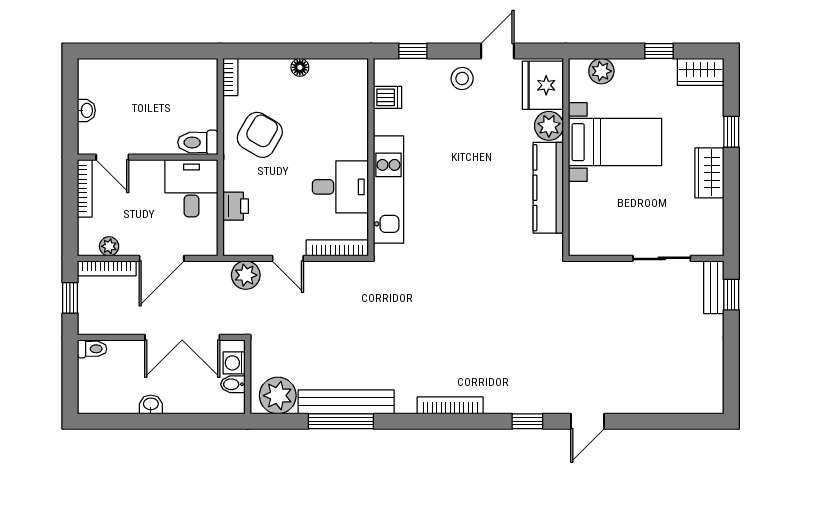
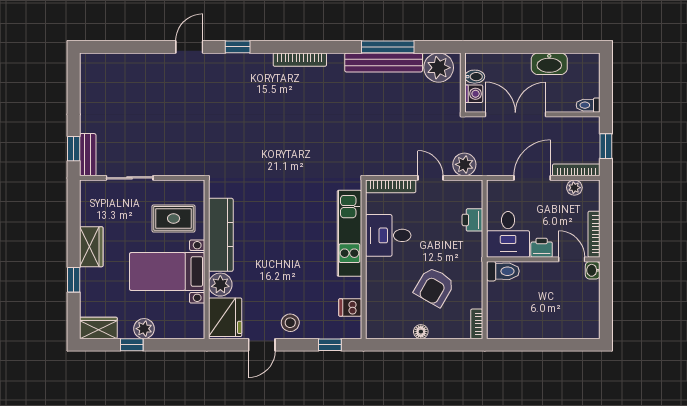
plant: (601, 71) -> (144, 329), moved
washbasin: (86, 110) -> (593, 270), moved
armchair: (260, 135) -> (434, 287), moved
printer: (150, 172) -> (542, 248), added
rug: (607, 208) -> (174, 218), added
washbasin: (151, 404) -> (549, 64), width x1.91, depth x1.45

